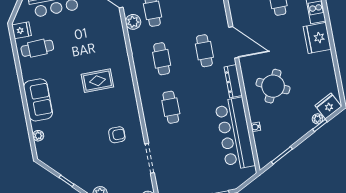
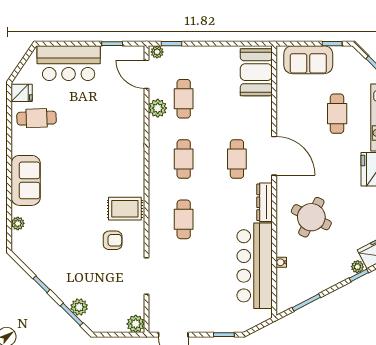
rug: (97, 81) -> (125, 209), moved

